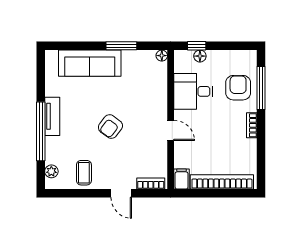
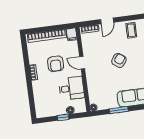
window: (197, 46) -> (63, 117), moved
armchair: (238, 88) -> (56, 64), moved
window: (261, 88) -> (31, 96), removed
door: (121, 193) -> (107, 21), swing flipped

